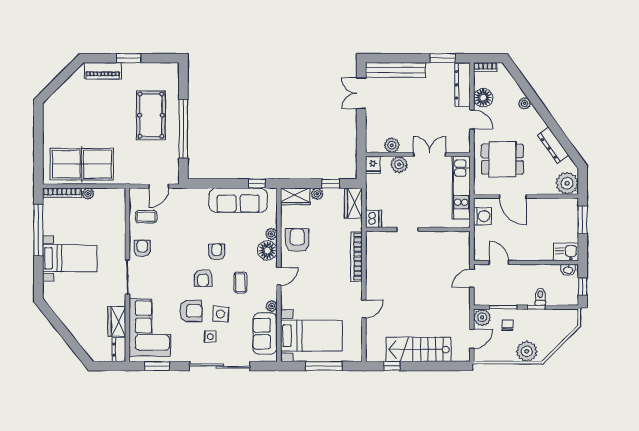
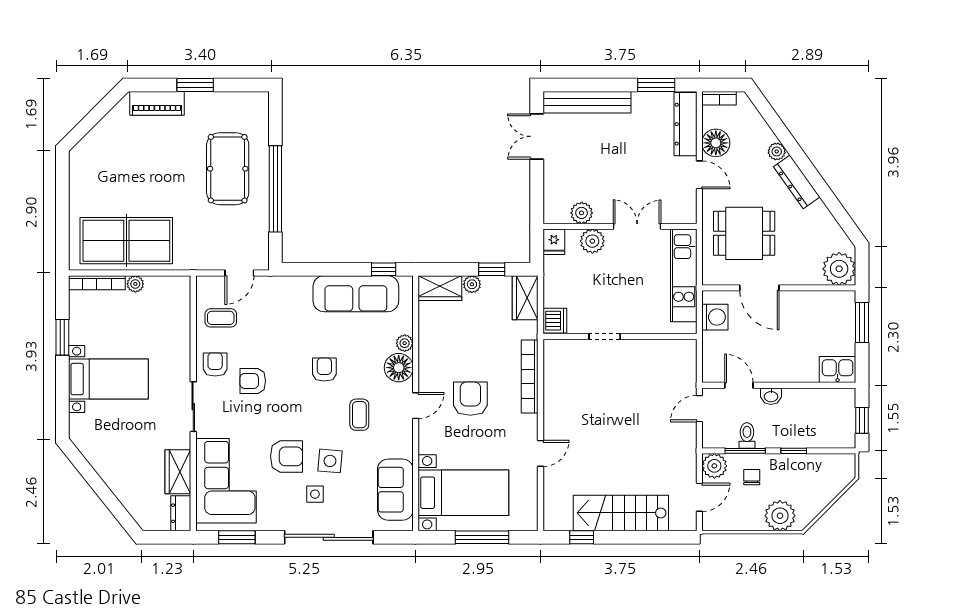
dresser: (553, 145) -> (797, 182), moved
window: (38, 230) -> (62, 337), width x0.47
armchair: (297, 240) -> (470, 399), moved
washbasin: (568, 270) -> (771, 396), moved
armchair: (203, 278) -> (253, 381), moved, turned 90
toilet: (540, 297) -> (747, 435), moved
plant: (272, 306) -> (405, 449), removed

